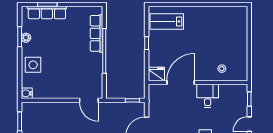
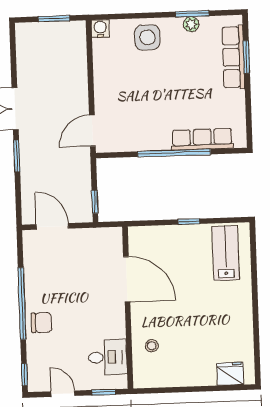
fridge: (156, 74) -> (230, 374), moved, turned -90
desk: (208, 96) -> (108, 357), moved

